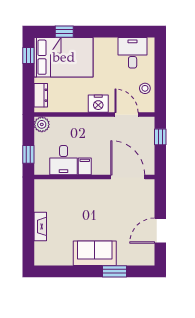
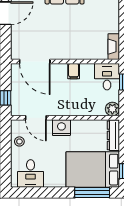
window: (64, 32) -> (92, 193), width x2.17
dresser: (41, 95) -> (113, 135), width x1.44
desk: (64, 160) -> (107, 77), moved
fireplace: (40, 226) -> (114, 47), moved

